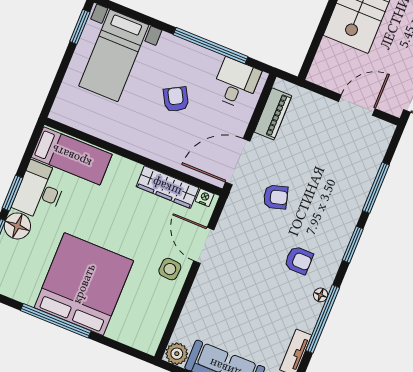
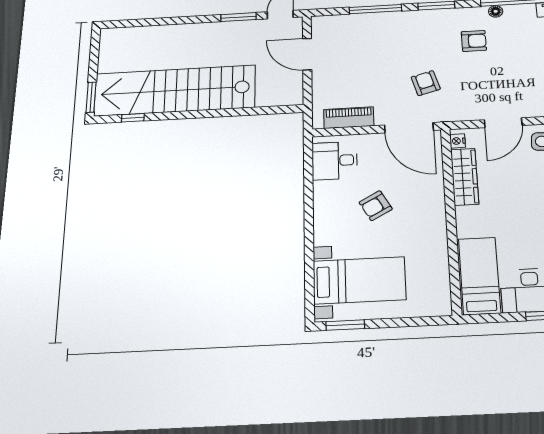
window: (211, 46) -> (309, 198), removed
armchair: (299, 260) -> (474, 41), turned 90

